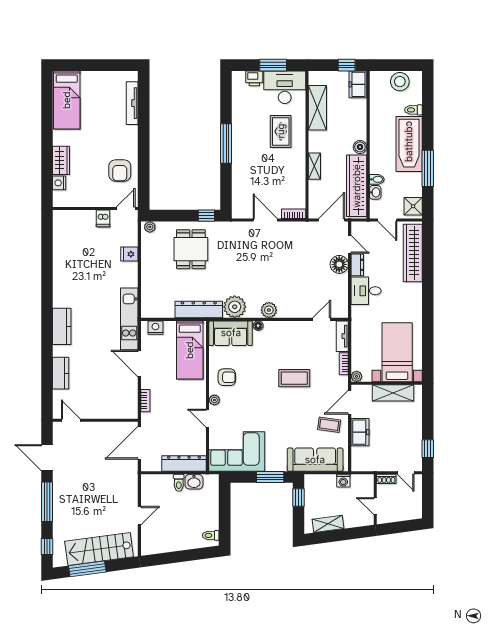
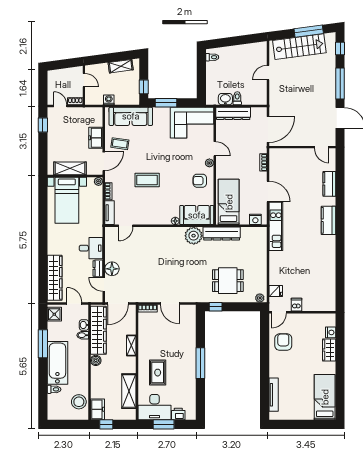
stool: (400, 82) -> (79, 402), moved
dining table: (191, 249) -> (228, 281), turned 90
fridge: (129, 254) -> (276, 291), moved
plant: (269, 310) -> (167, 233), removed

